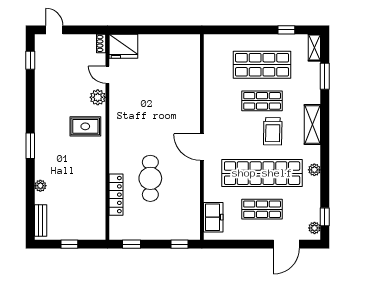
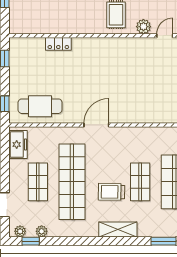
plant: (314, 170) -> (42, 231), moved
cafe table: (150, 178) -> (40, 106), moved
locker: (116, 195) -> (58, 44), width x0.66
freezer: (213, 217) -> (18, 144), moved, turned -90

